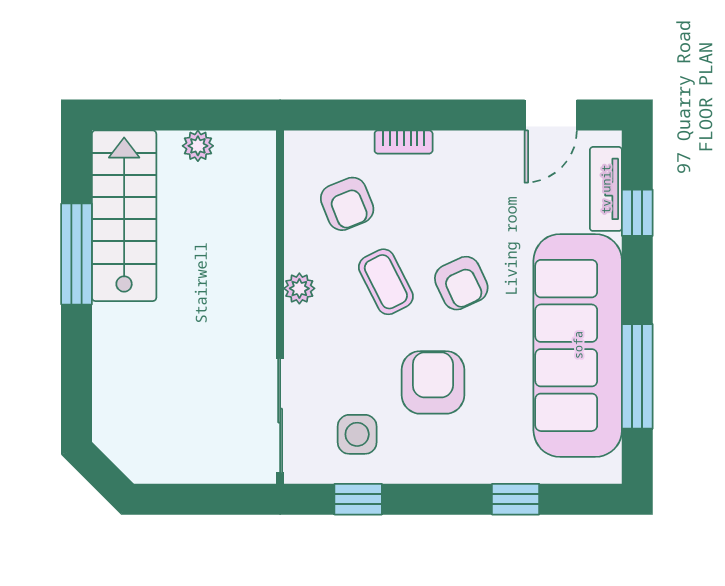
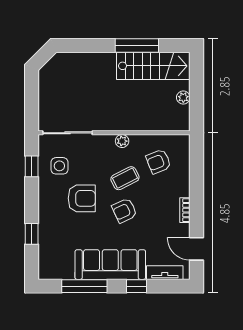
bookcase: (404, 142) -> (185, 210), moved
window: (637, 213) -> (136, 286), moved
sofa: (578, 345) -> (110, 265), width x0.74, depth x0.79

